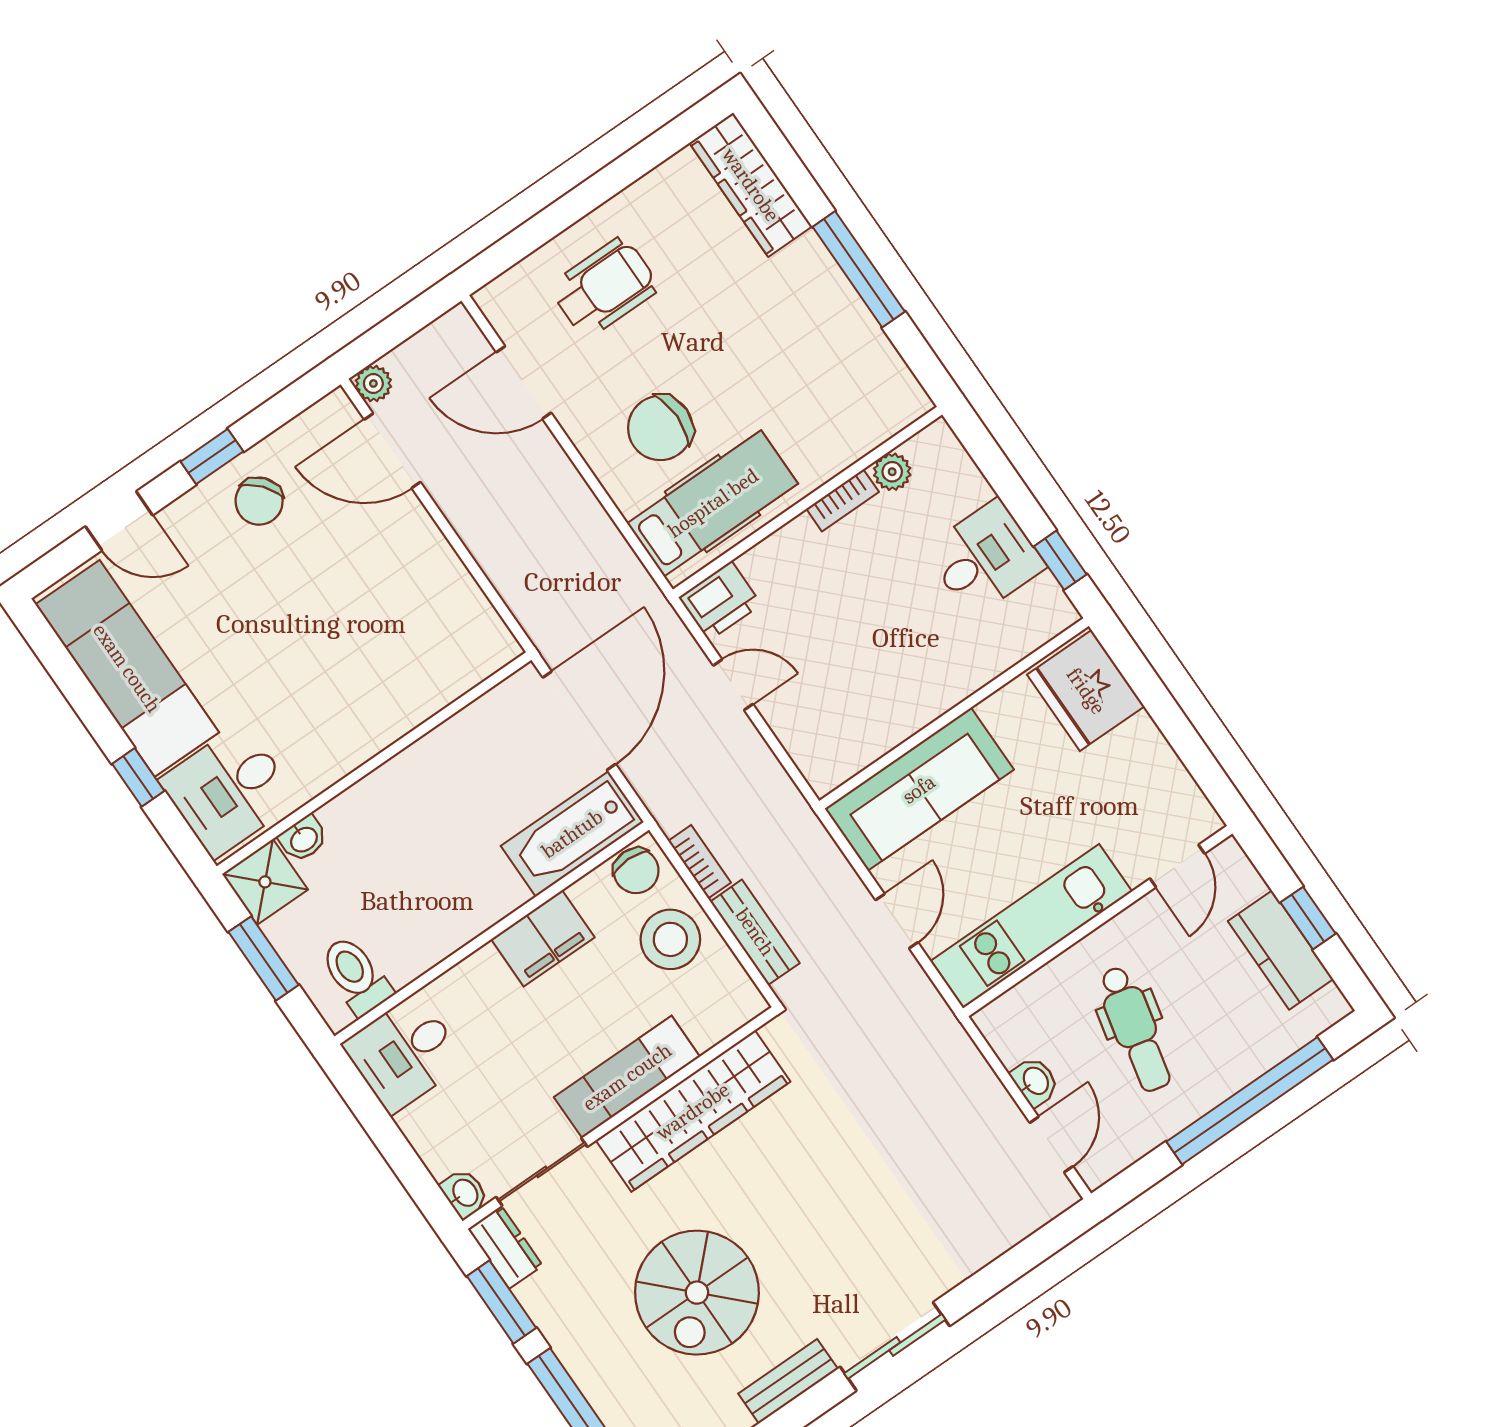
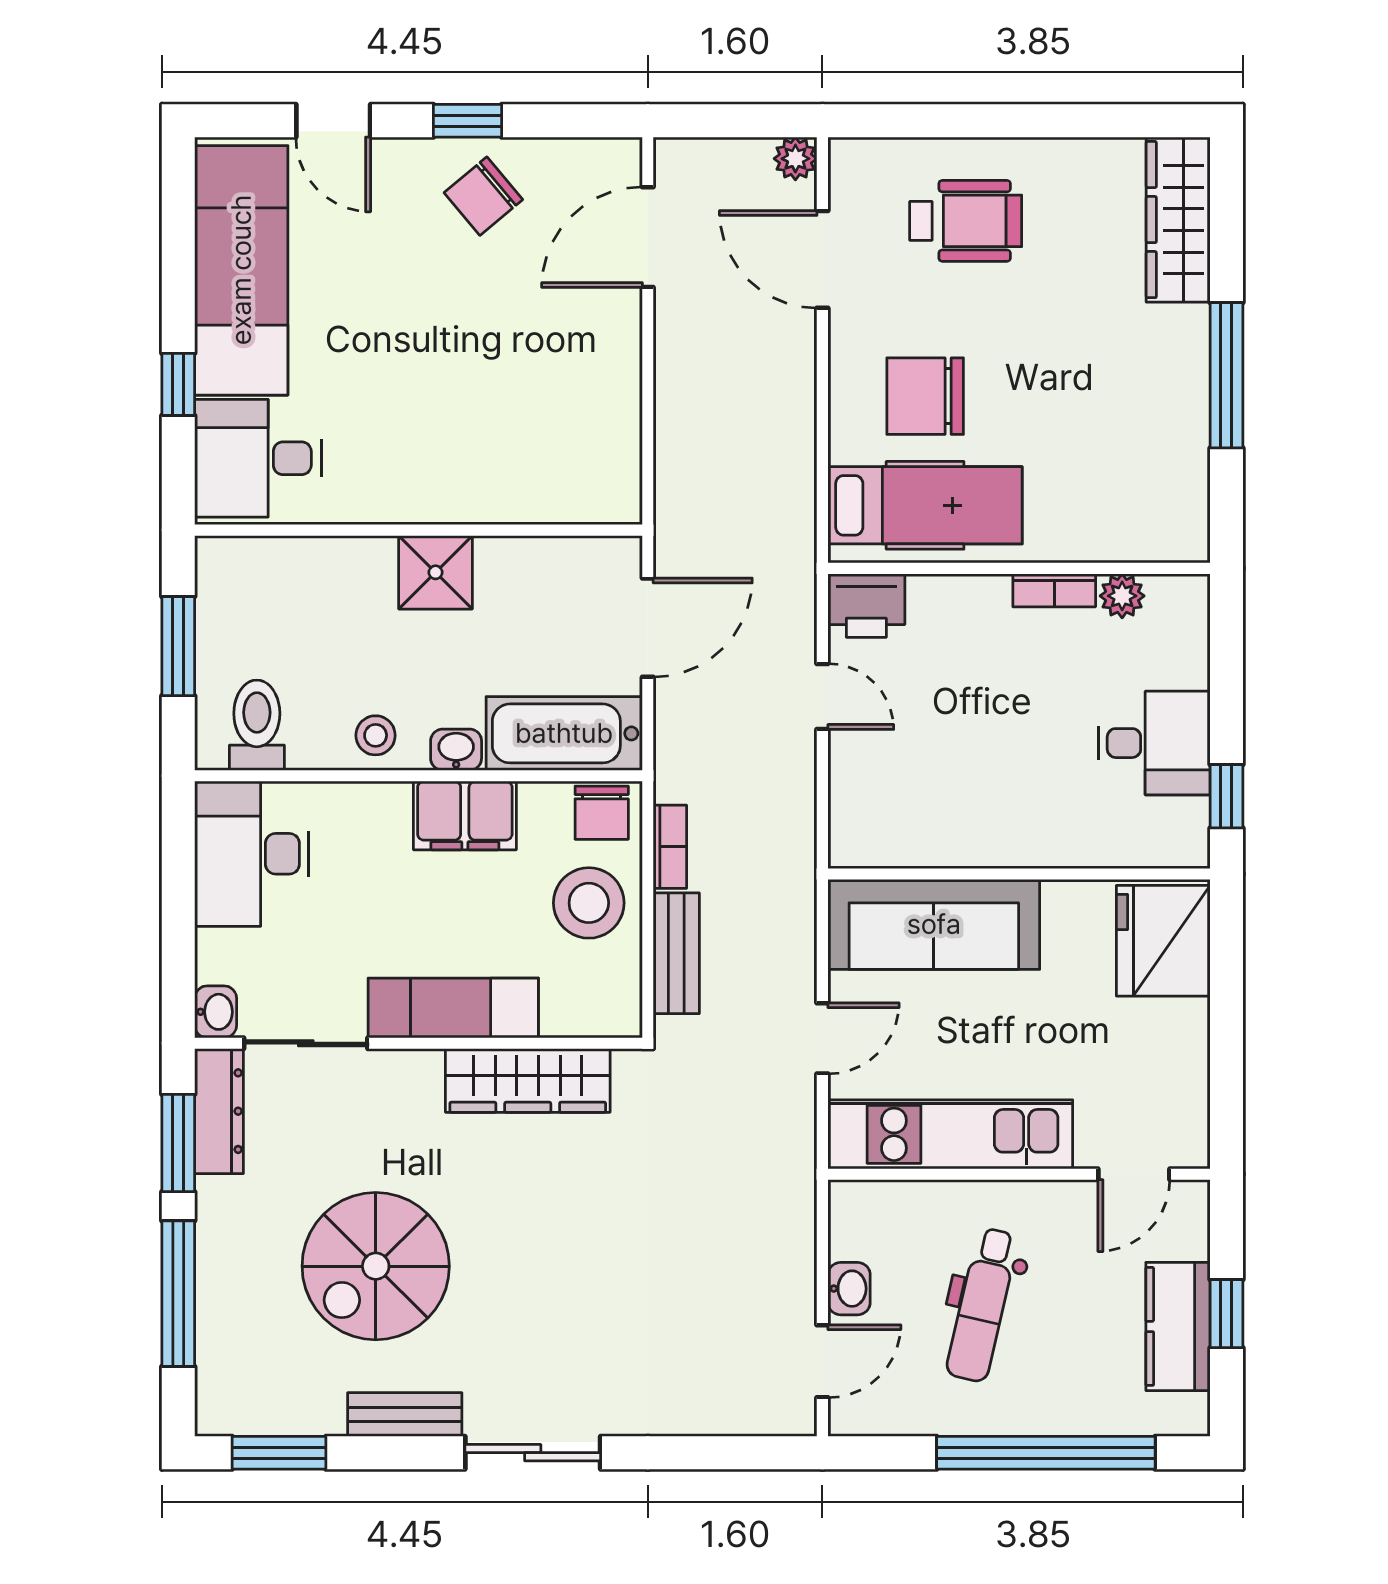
plant: (373, 383) -> (795, 159), moved
door: (392, 451) -> (648, 237), hinge flipped
door: (579, 721) -> (648, 628), width x0.73
washbasin: (303, 839) -> (456, 750), moved, turned 180
shower: (265, 882) -> (436, 572), moved
stool: (443, 926) -> (376, 735), added
desk: (404, 1053) -> (252, 854), width x1.37
wardrobe: (693, 1111) -> (528, 1081), width x0.71, depth x0.85
dresser: (505, 1247) -> (219, 1111), width x1.44

